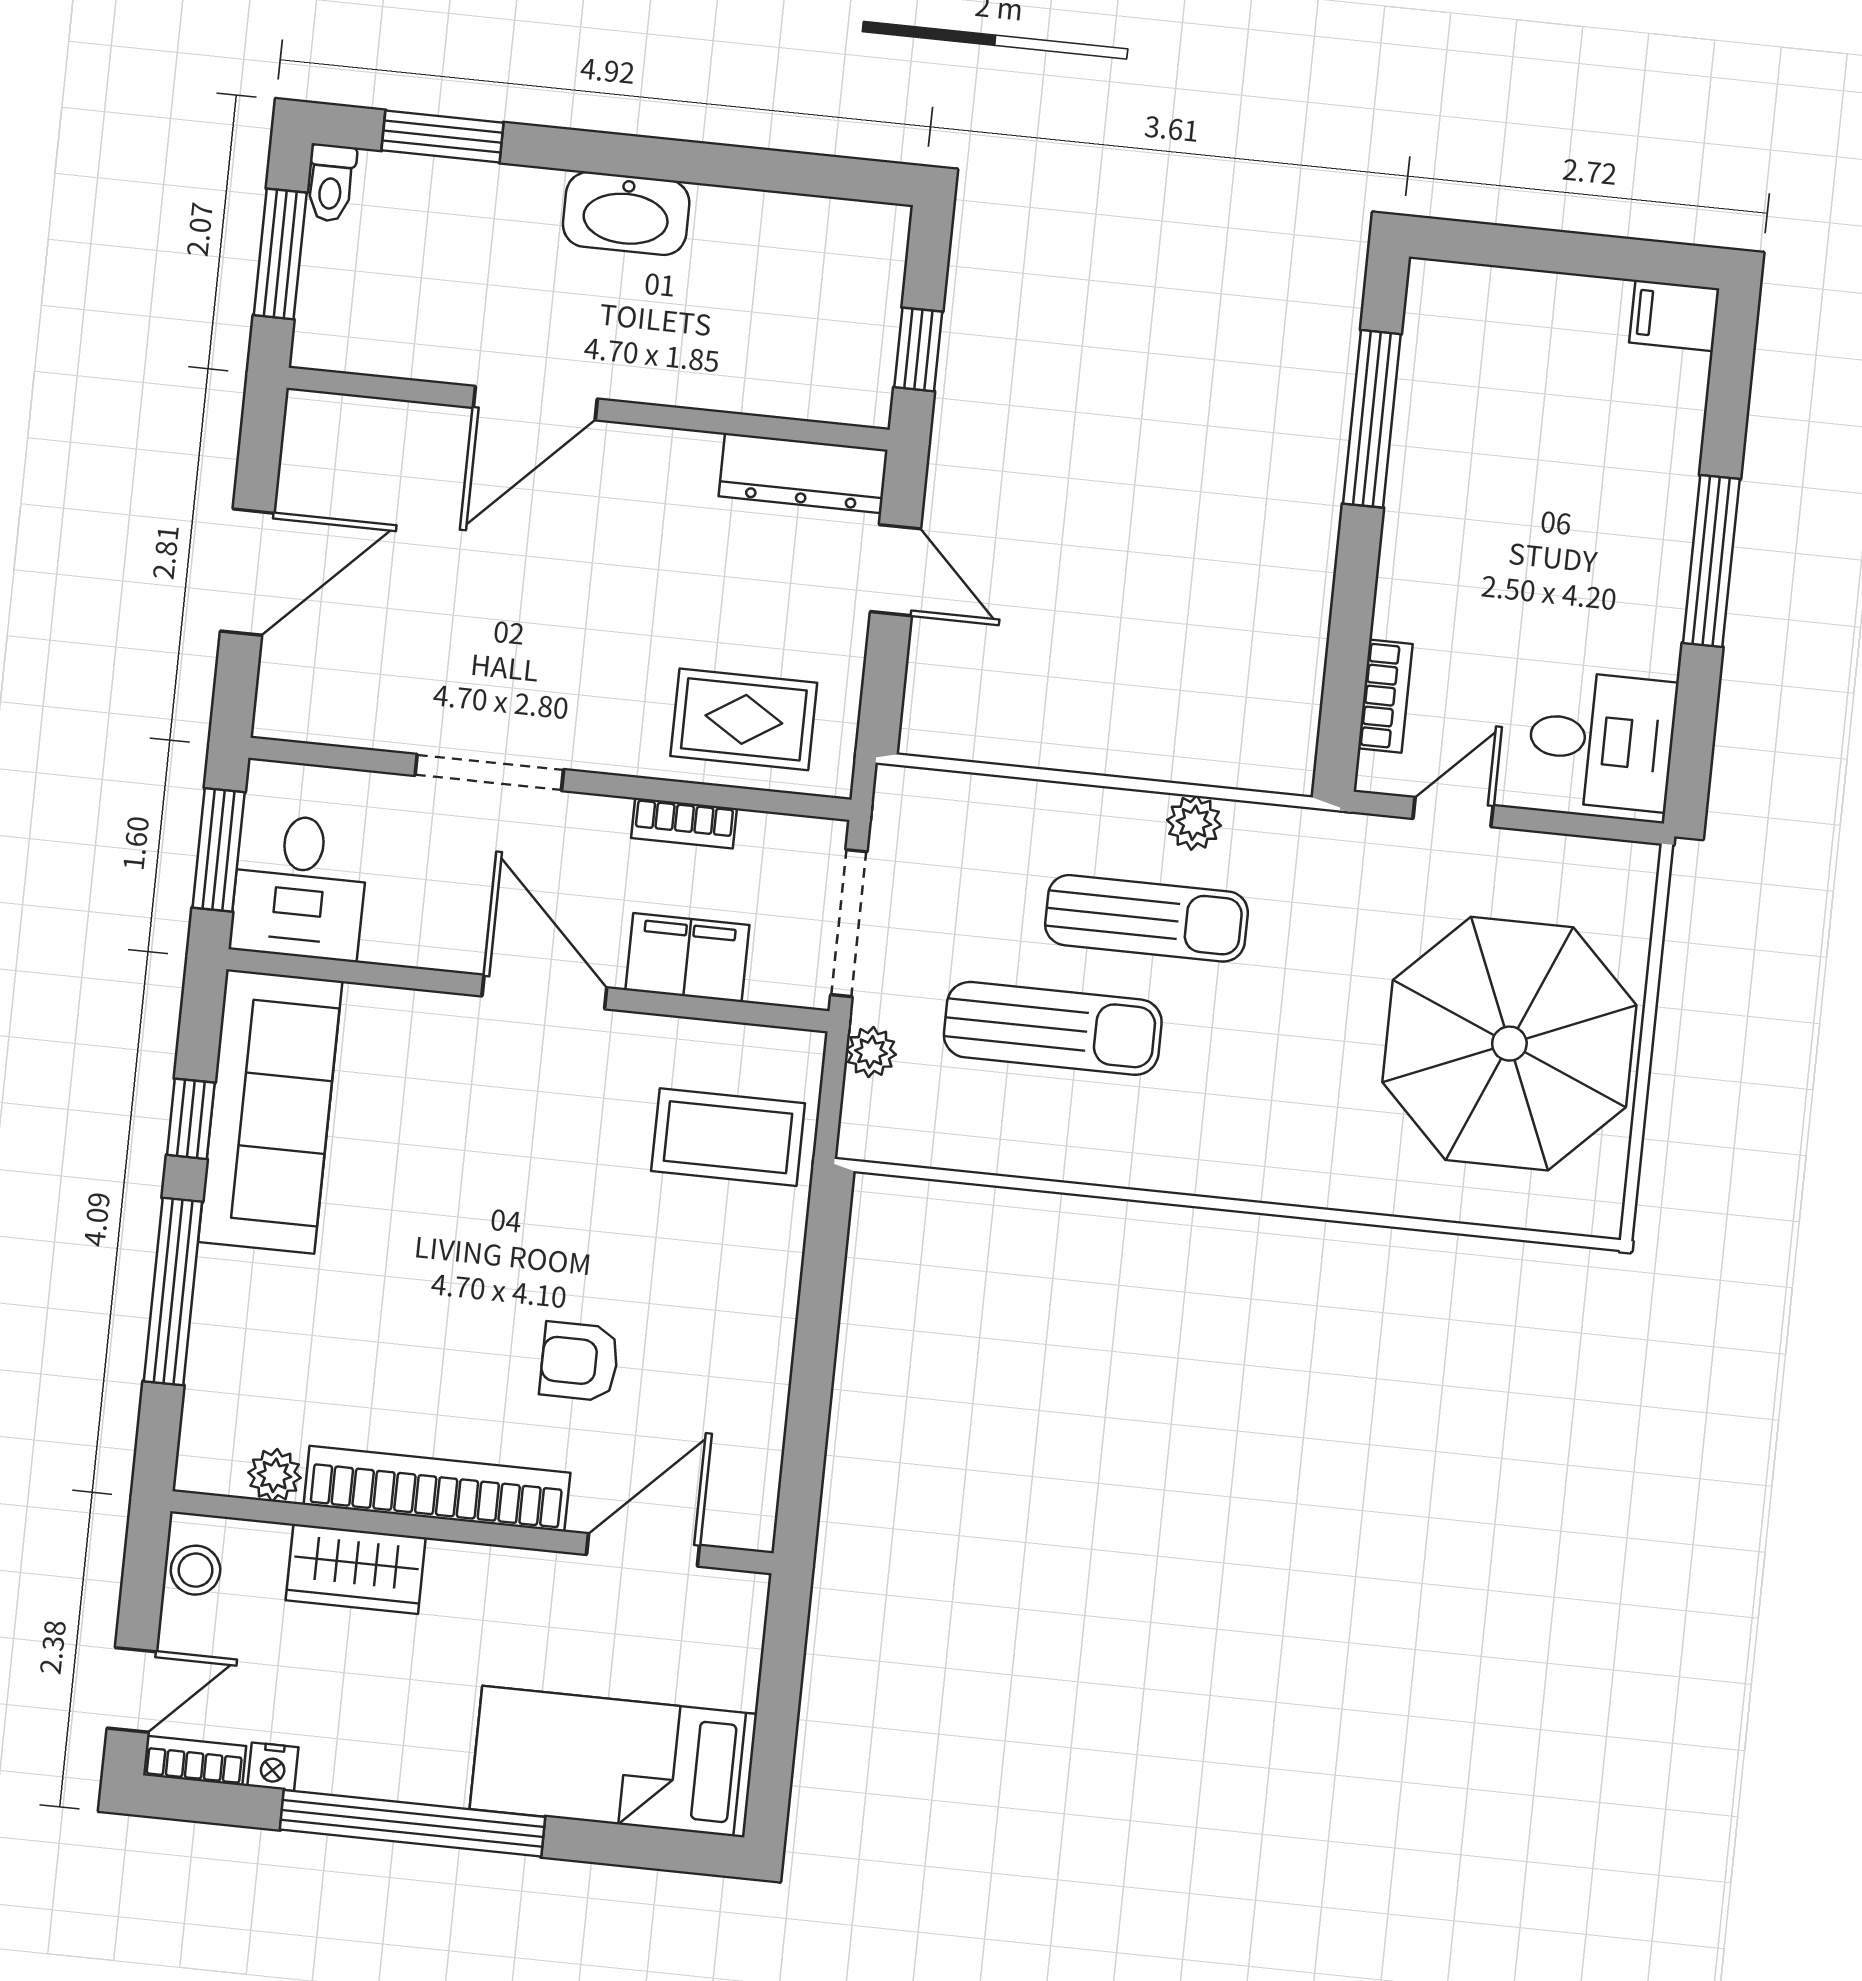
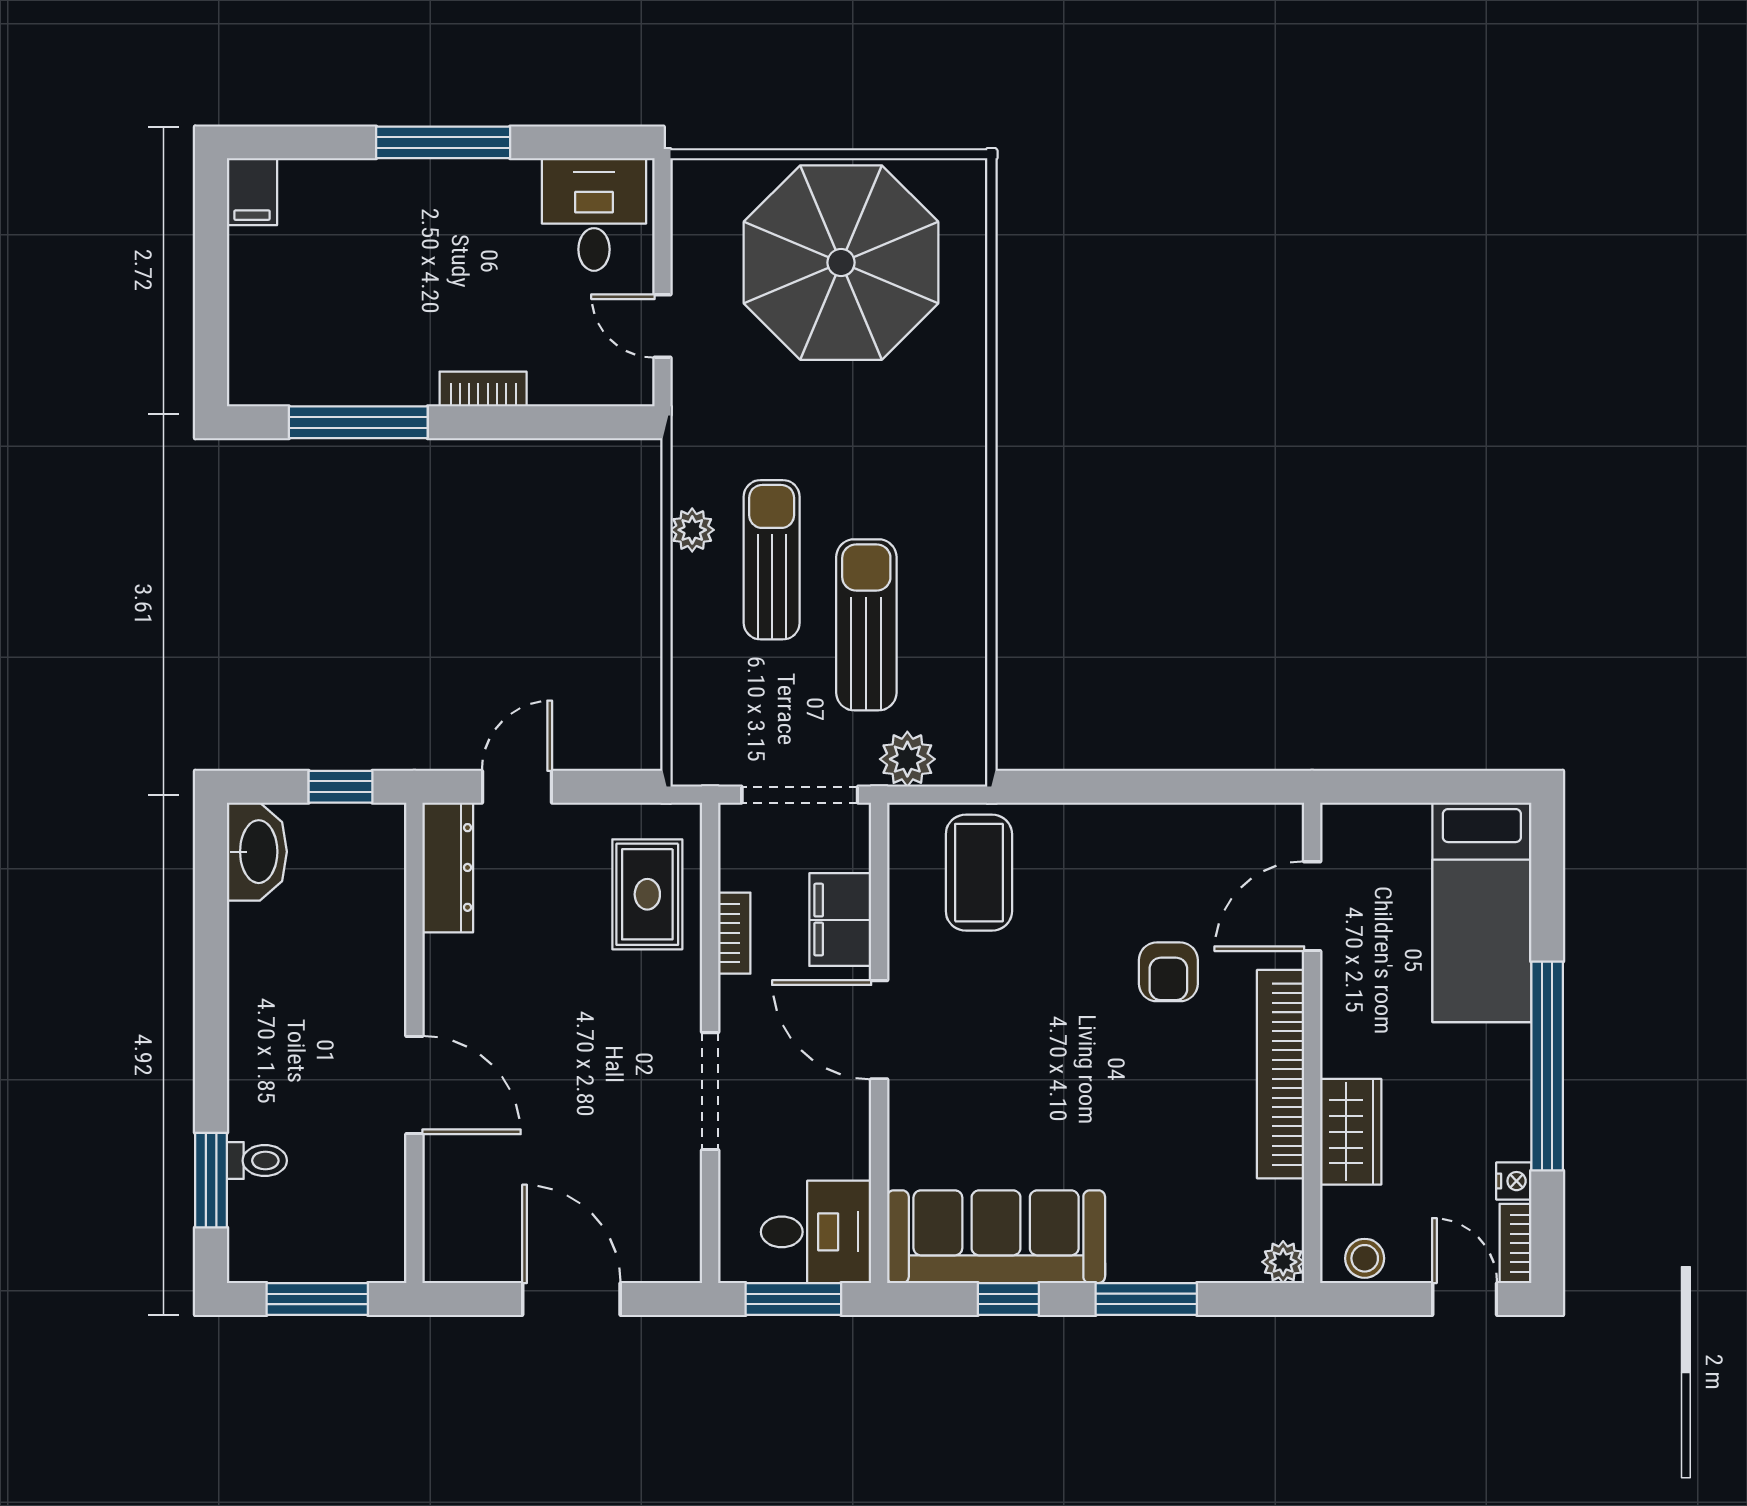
toilet: (331, 183) -> (257, 1161), moved
washbasin: (626, 213) -> (257, 852), moved
bookcase: (1385, 696) -> (483, 389), moved
door: (544, 992) -> (879, 1030), hinge flipped
plant: (871, 1052) -> (907, 759), width x1.38, depth x1.38
window: (173, 1292) -> (1146, 1299), width x0.69
plant: (275, 1475) -> (1283, 1262), moved
door: (643, 1550) -> (1312, 906), hinge flipped

